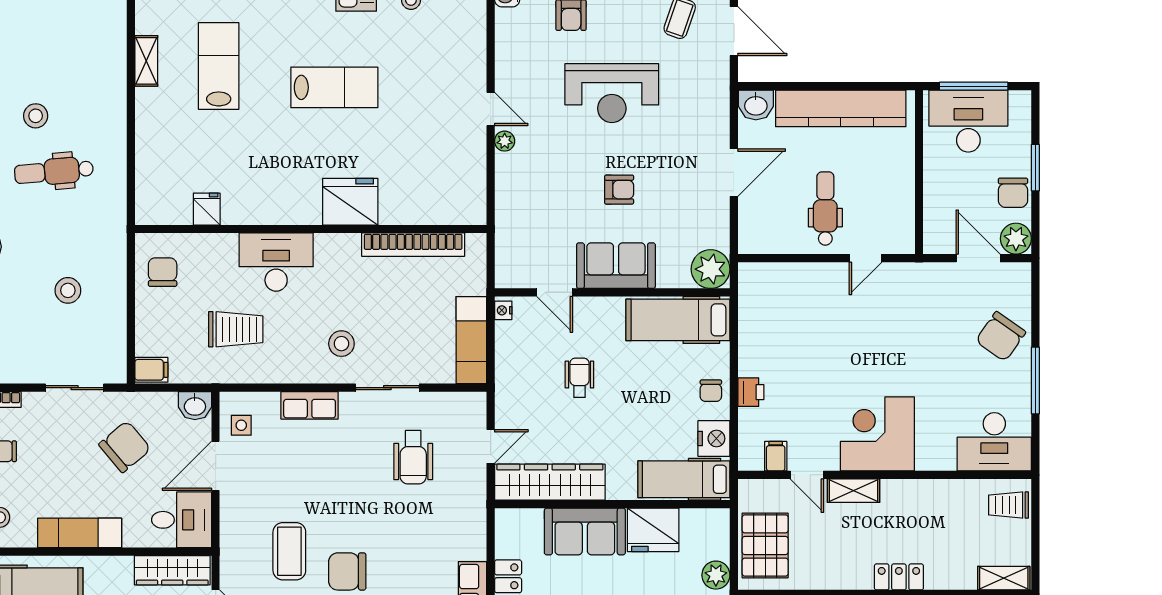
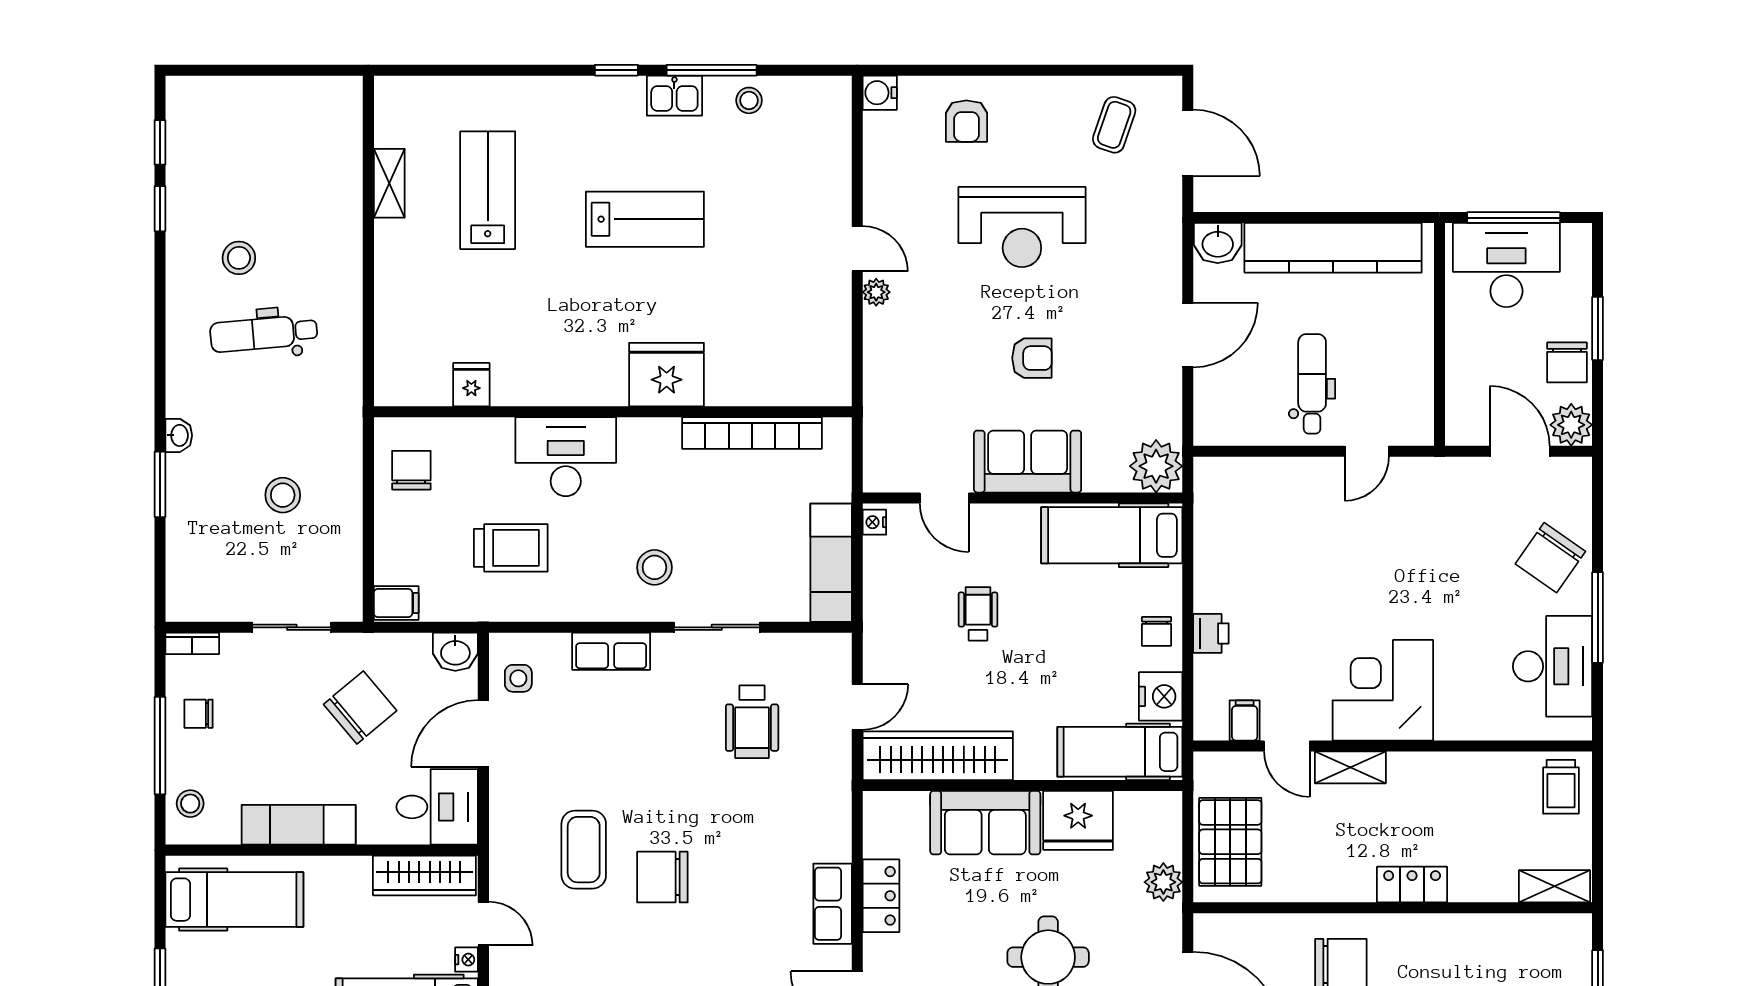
desk: (994, 442) -> (1553, 666), moved, turned -90
trolley: (1008, 505) -> (1561, 787), turned -90

